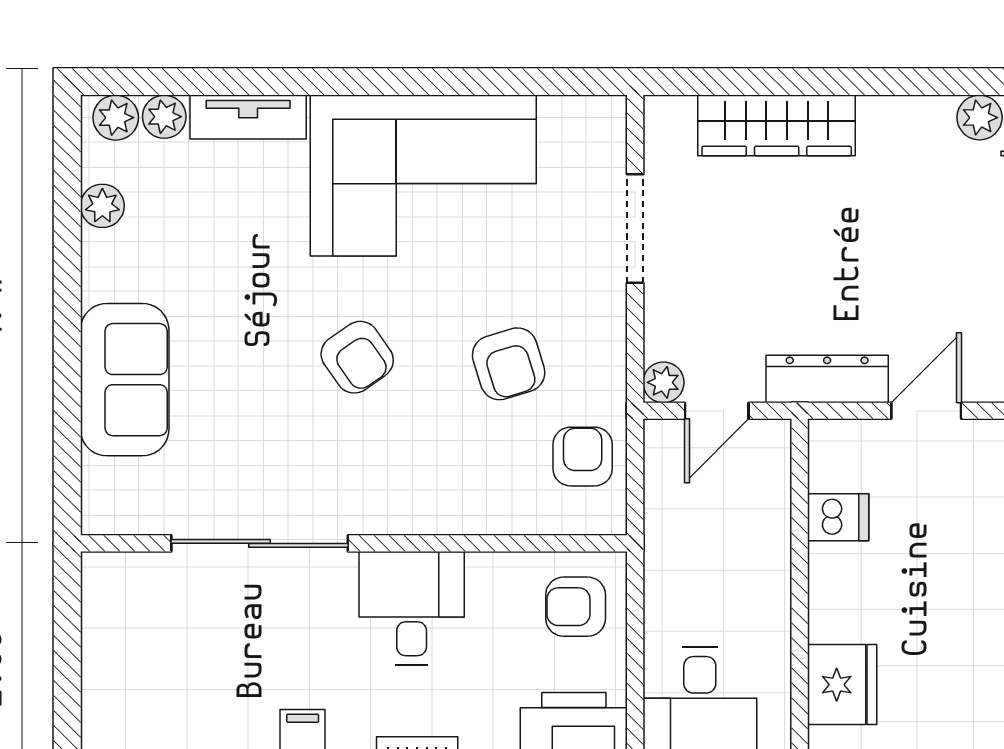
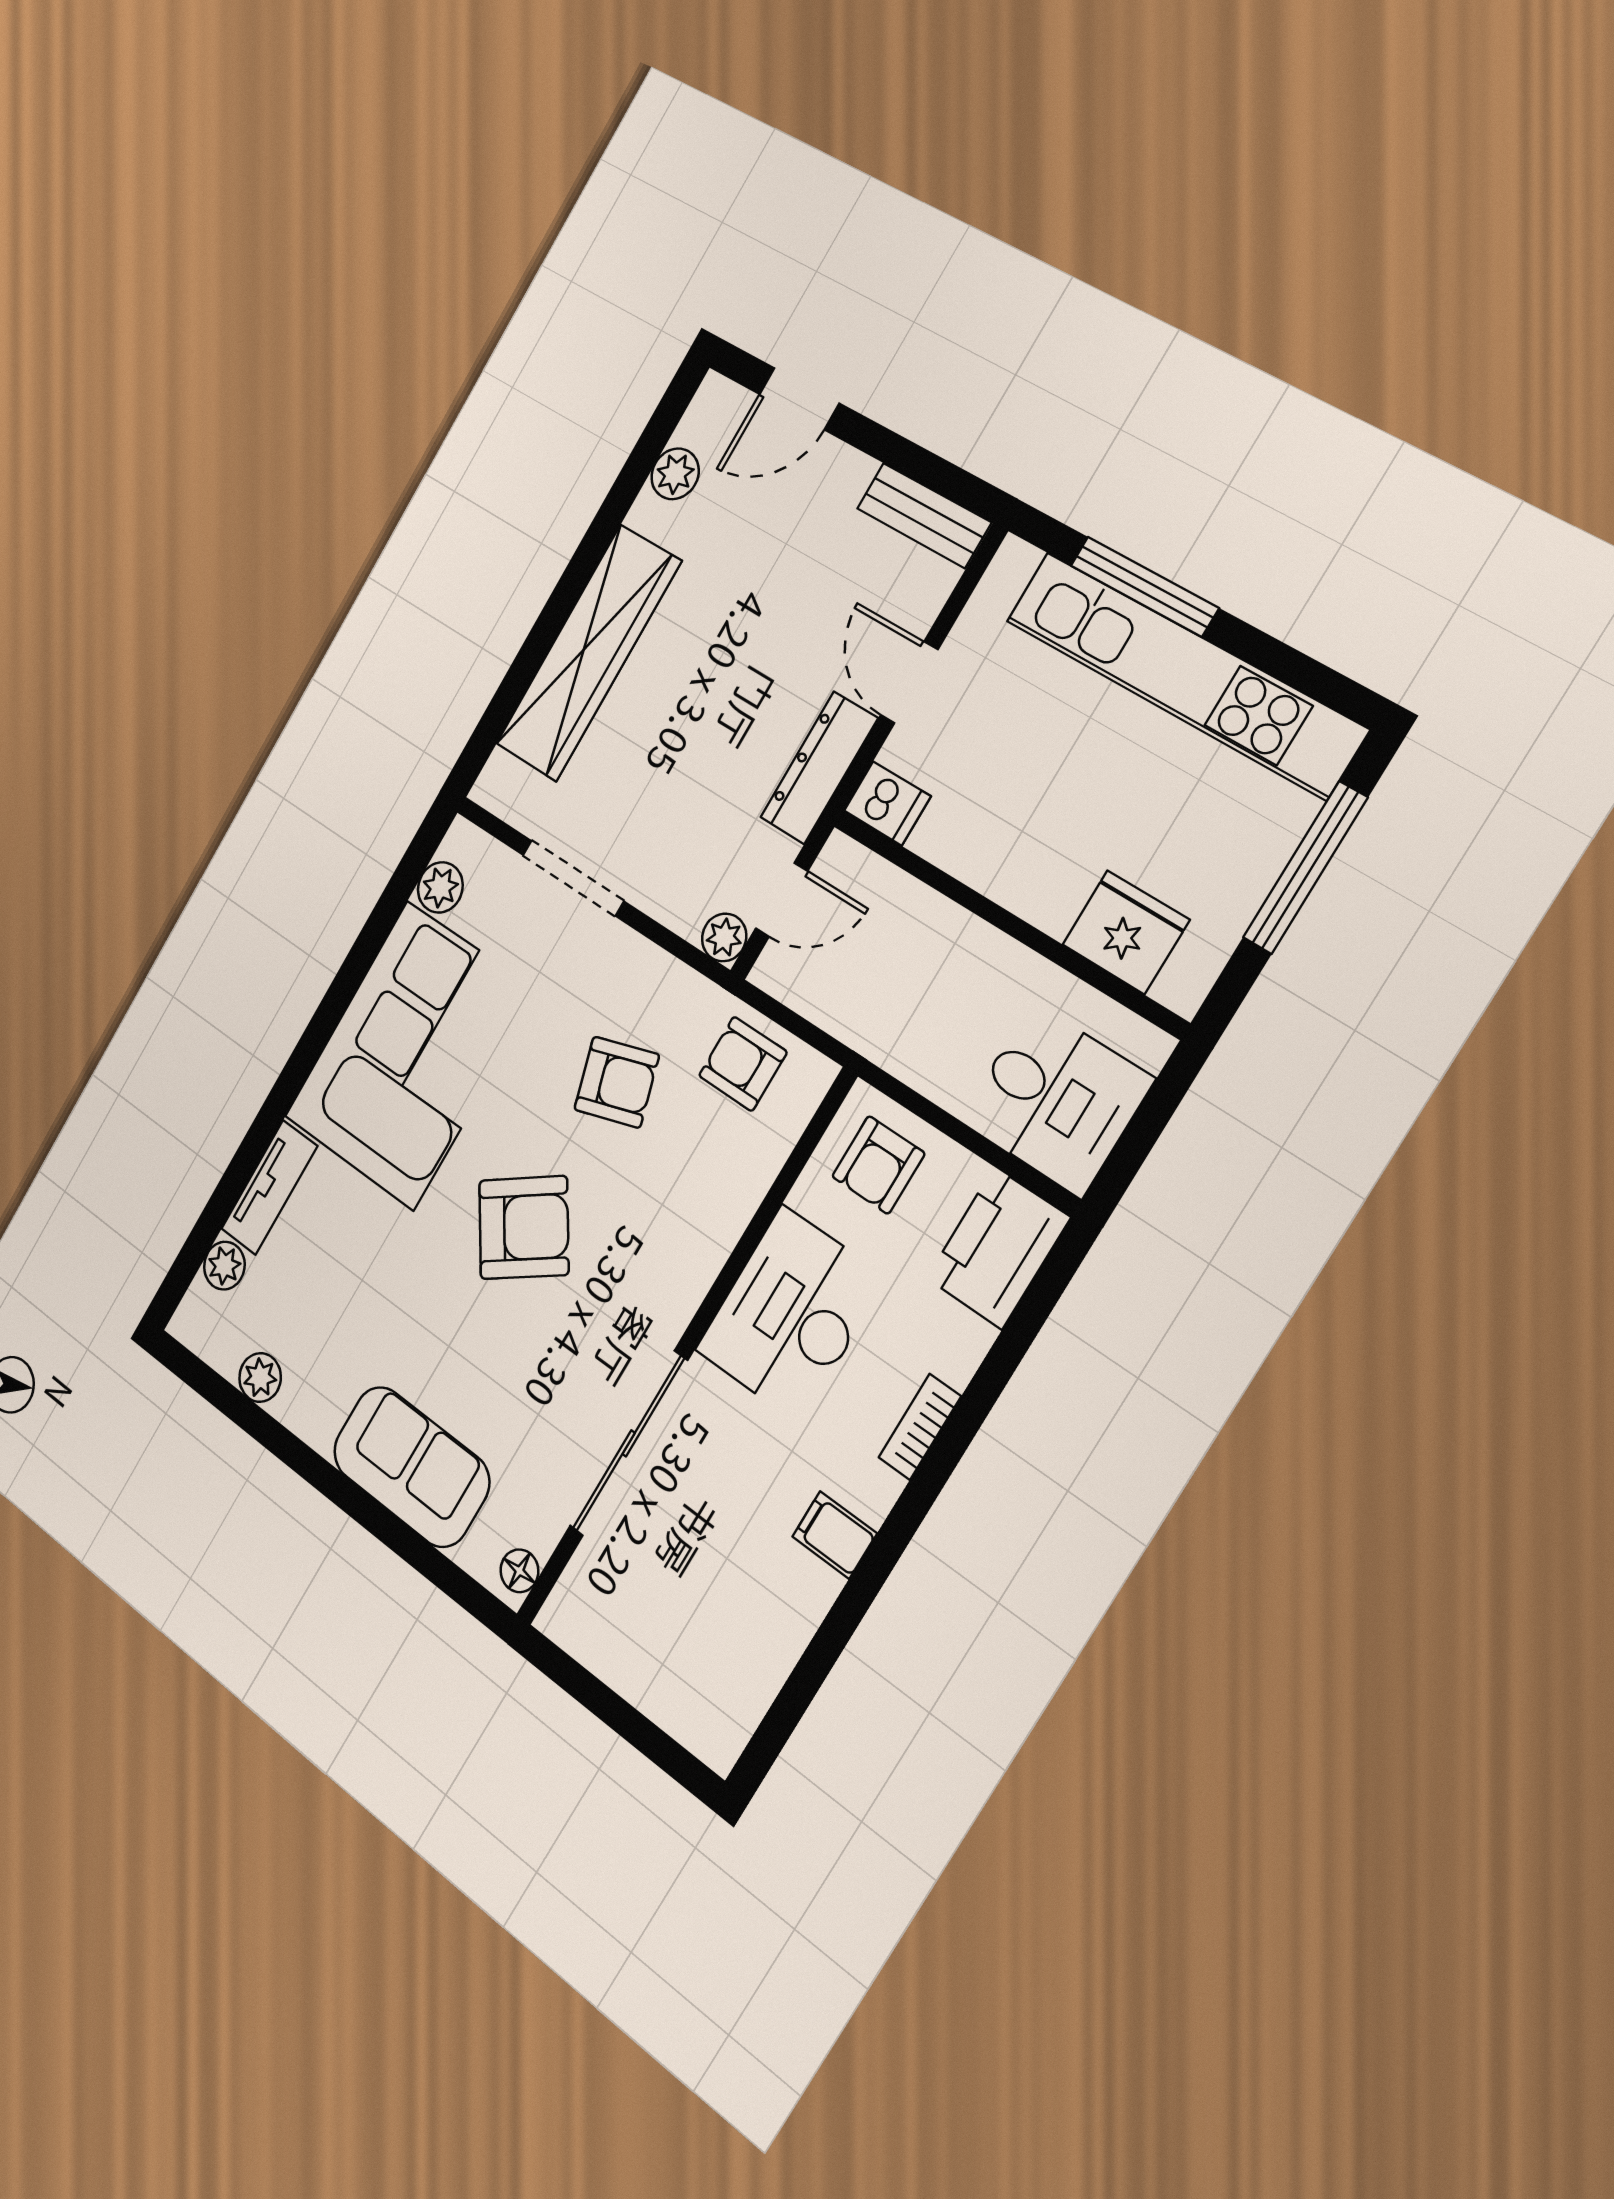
plant: (116, 118) -> (440, 887), moved
wardrobe: (777, 125) -> (588, 653), width x1.40, depth x1.17
armchair: (357, 357) -> (524, 1228), width x1.38, depth x1.38
door: (717, 411) -> (782, 900), hinge flipped
floor lamp: (112, 517) -> (519, 1571), added
dishwasher: (838, 517) -> (887, 803), moved, turned 90
desk: (412, 608) -> (791, 1314), width x1.37

